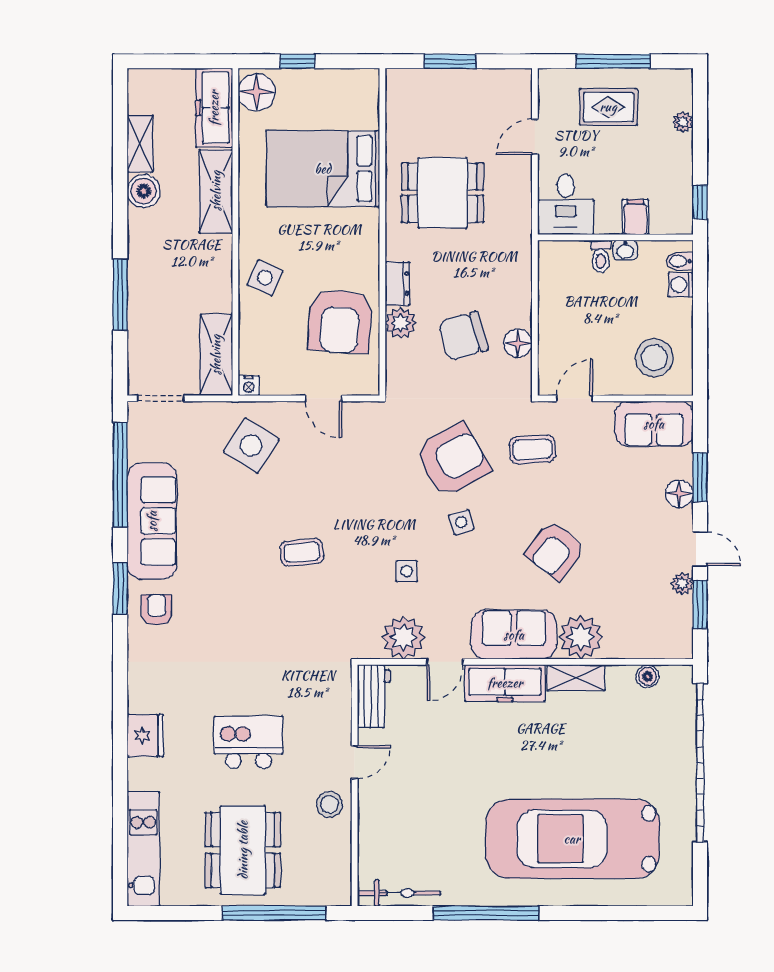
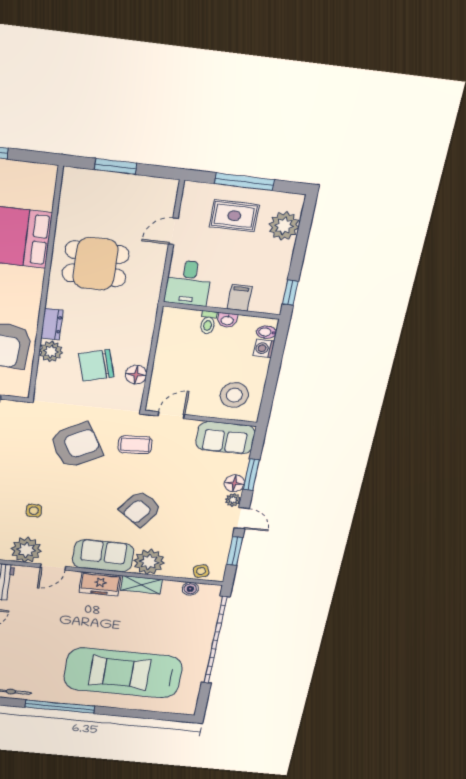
plant: (683, 122) -> (284, 226), width x1.88, depth x1.88
side table: (461, 522) -> (201, 571), moved
plant: (682, 584) -> (233, 500), moved
freezer: (505, 683) -> (100, 584), width x0.71

